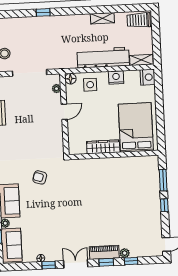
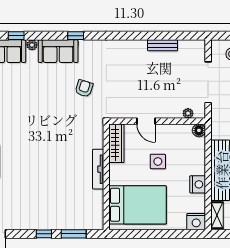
side table: (90, 85) -> (158, 161), moved
door: (64, 112) -> (146, 121), moved
wardrobe: (103, 147) -> (116, 143), moved
tv unit: (107, 162) -> (98, 169), added

